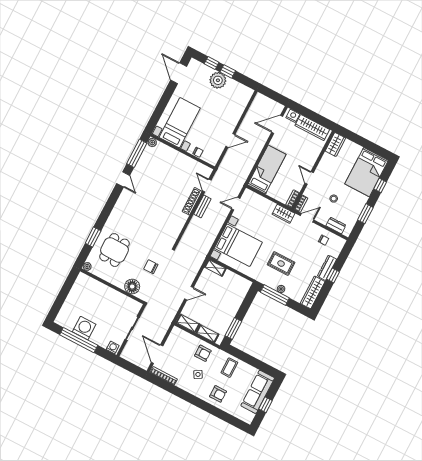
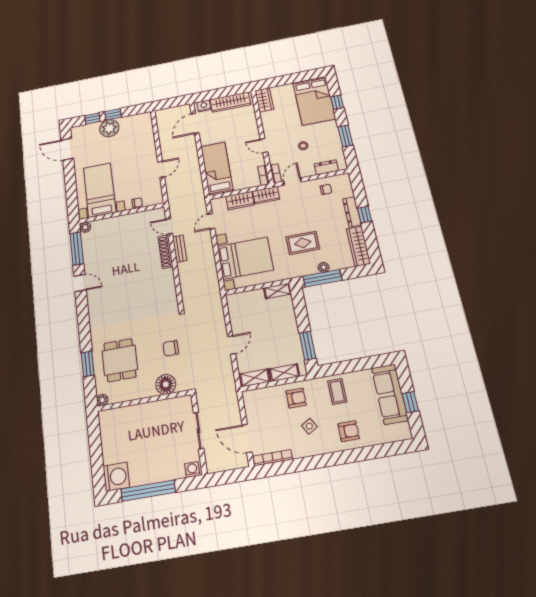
wardrobe: (264, 204) -> (240, 201), added
shelving: (215, 268) -> (277, 291), moved
washing machine: (84, 328) -> (116, 477), moved, turned 90

